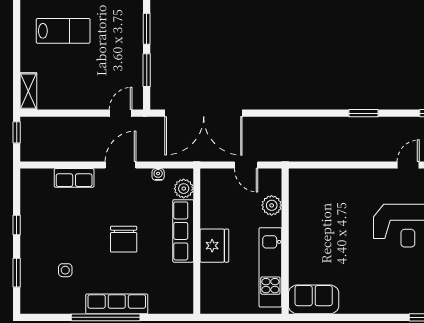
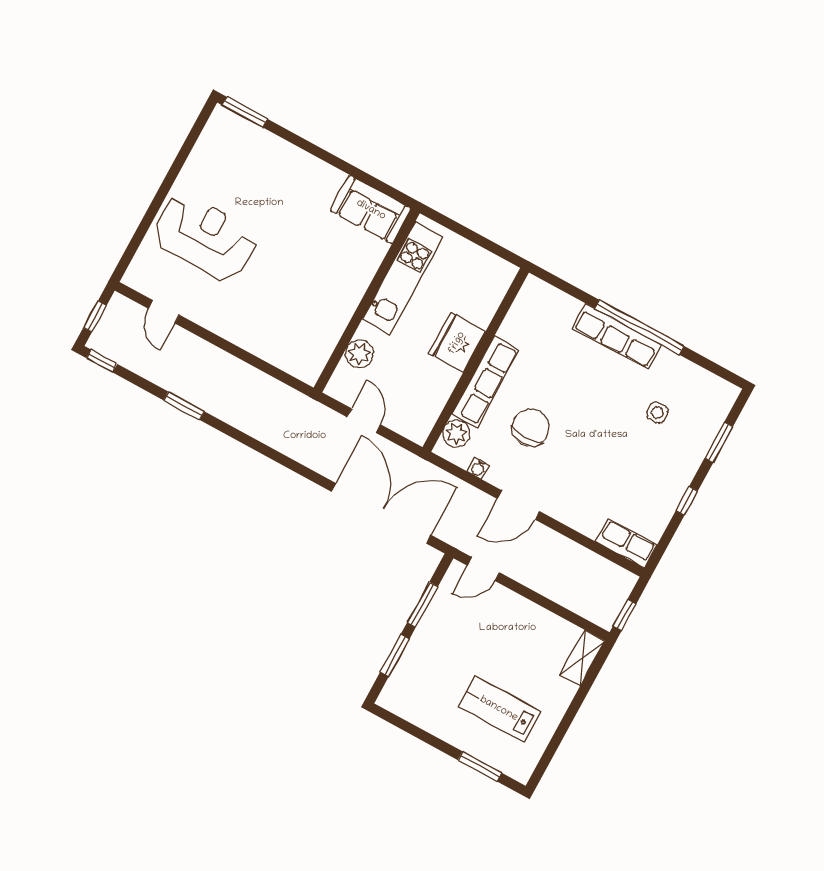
door: (408, 165) -> (164, 312), hinge flipped
row of seats: (74, 178) -> (627, 543), moved
chair: (124, 239) -> (531, 427), moved

